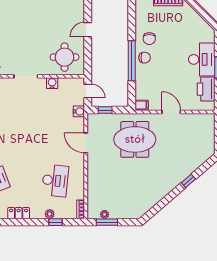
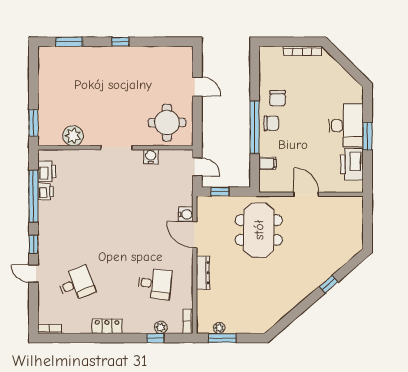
door: (88, 30) -> (197, 87), swing flipped
filing cabinet: (142, 105) -> (268, 163), moved
water cooler: (79, 111) -> (186, 214), moved
meeting table: (135, 139) -> (259, 230), turned 90
dresser: (92, 172) -> (203, 273), added
desk: (55, 181) -> (155, 284), width x0.73
plant: (50, 214) -> (161, 327), moved

